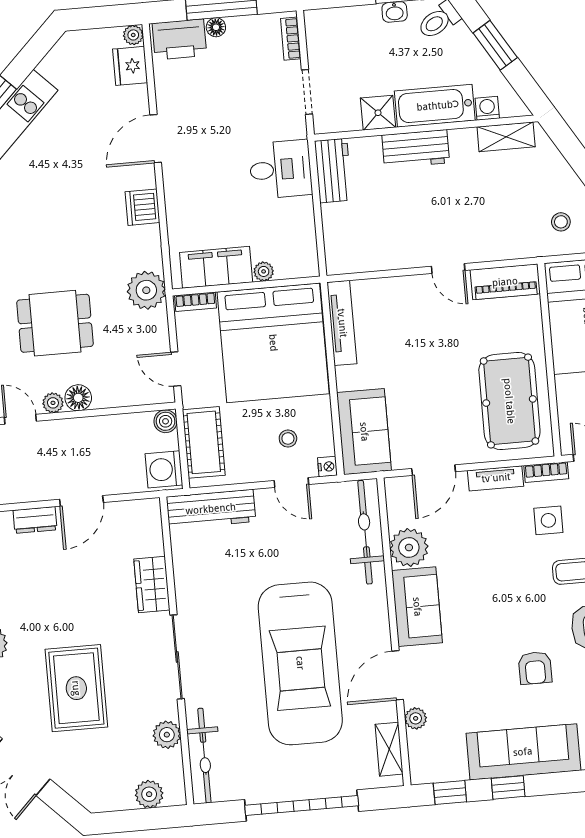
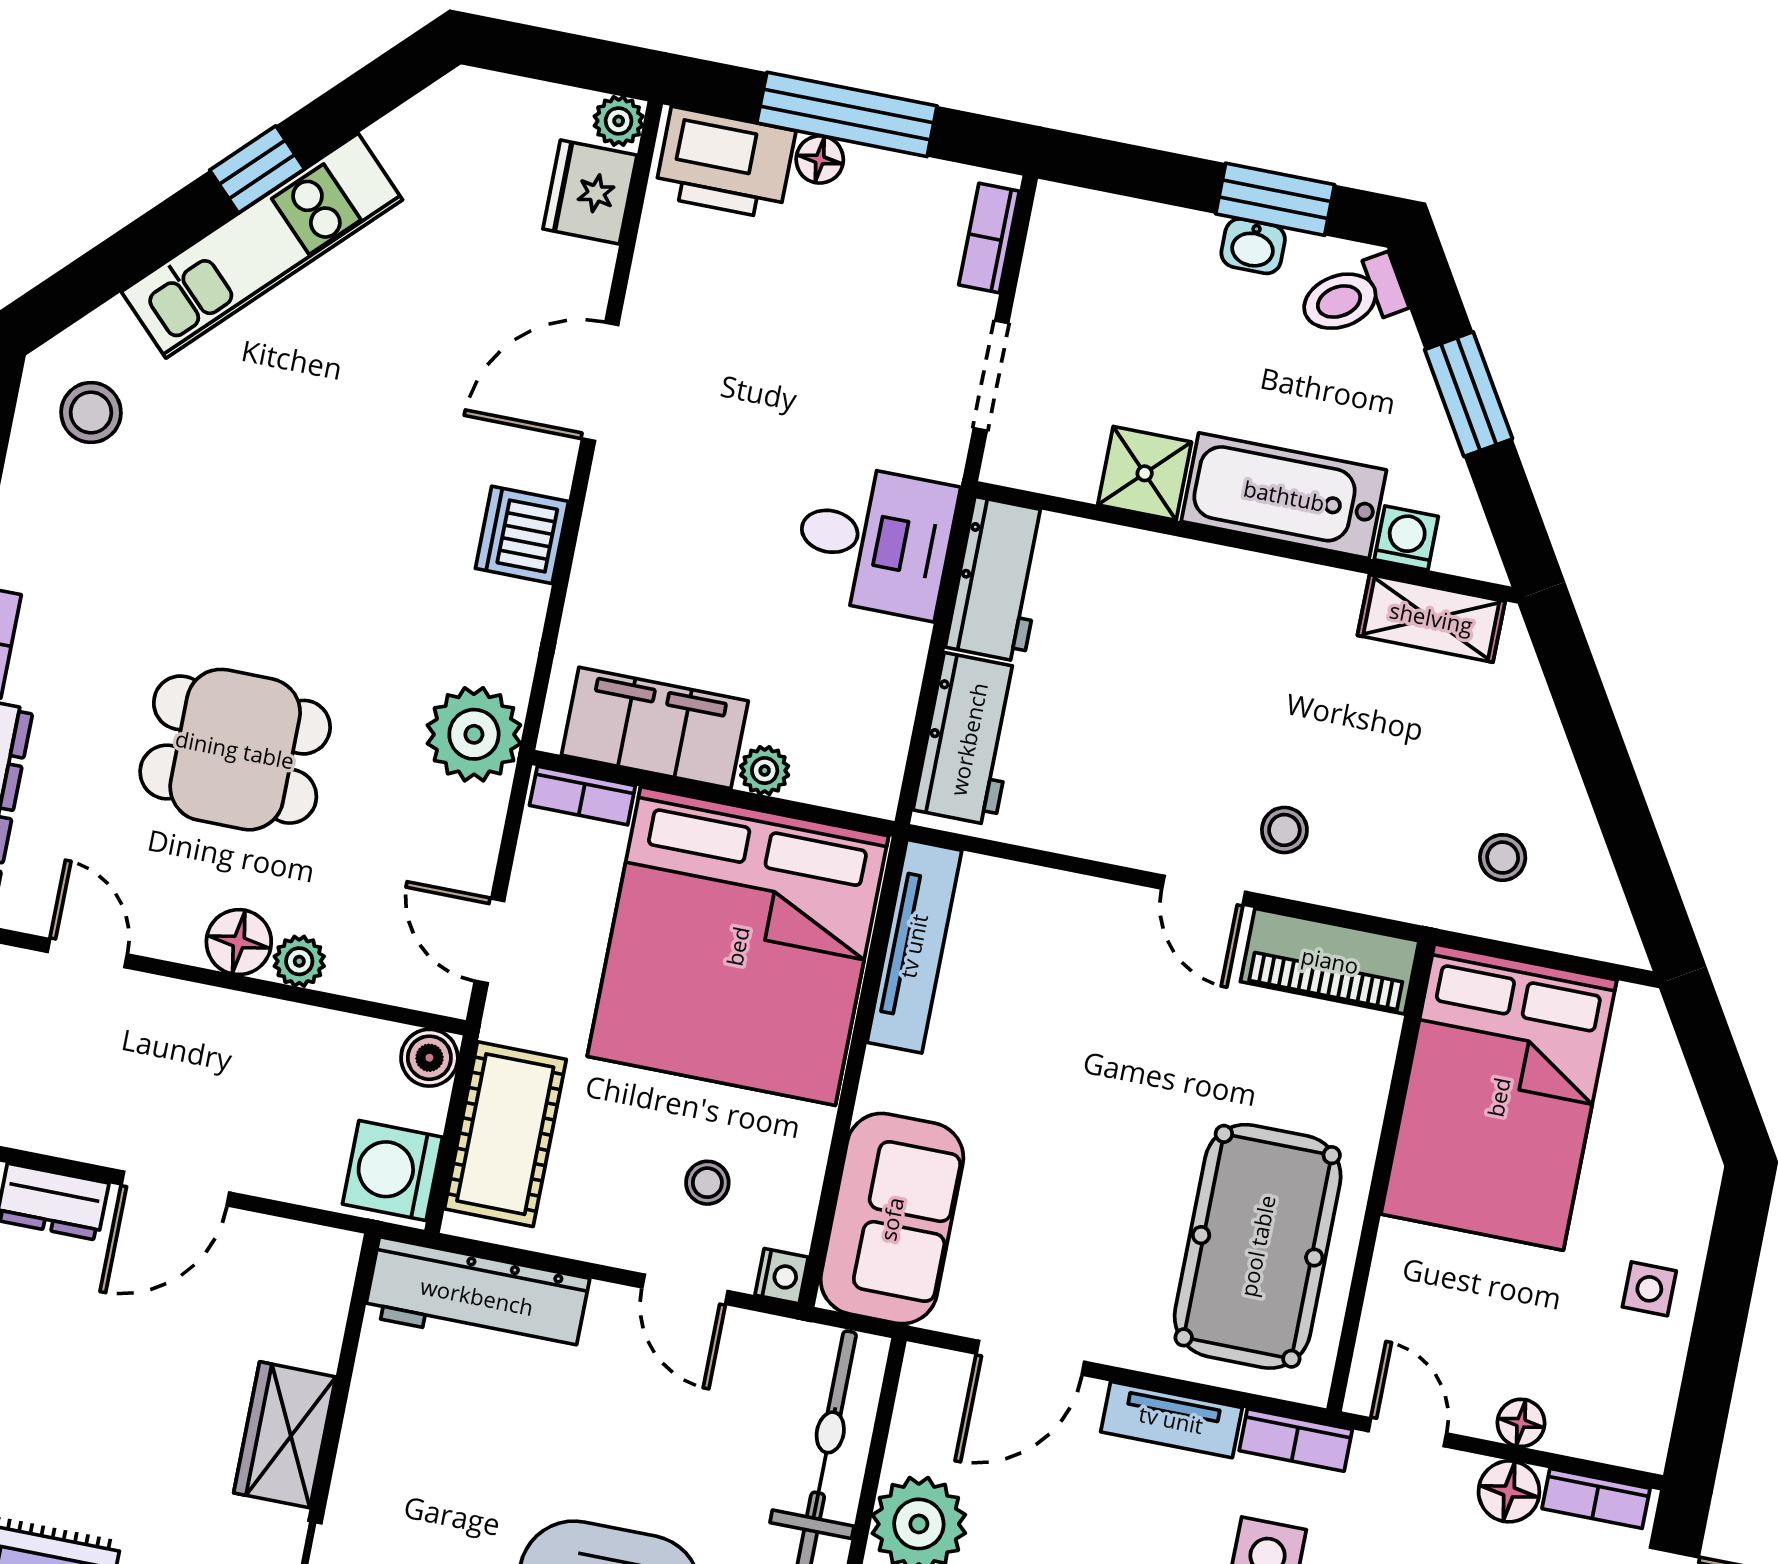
workbench: (416, 149) -> (969, 739), moved, turned -90
stool: (473, 236) -> (1284, 830), added
plant: (53, 403) -> (299, 961), moved

